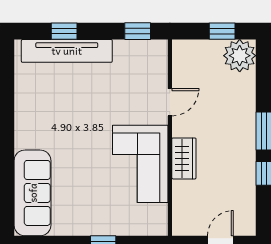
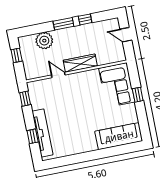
plant: (240, 56) -> (44, 41), moved
wardrobe: (184, 158) -> (80, 63), width x1.50
corner sofa: (140, 164) -> (117, 85), moved, turned 90

